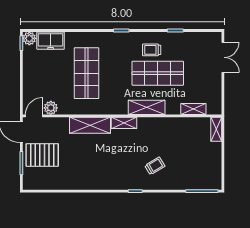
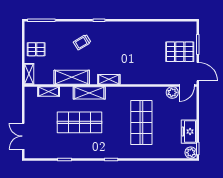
freezer: (51, 41) -> (189, 132), moved, turned -90
trolley: (152, 50) -> (85, 143), removed
shelving: (90, 125) -> (72, 77), moved
pallet: (208, 158) -> (36, 49), added

